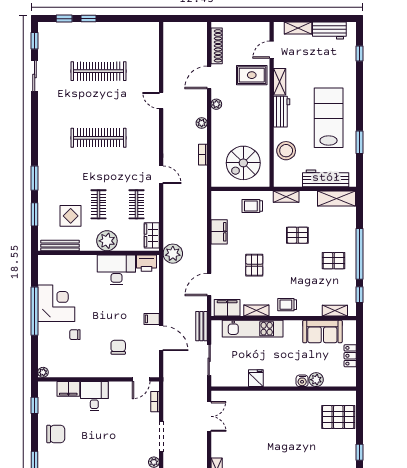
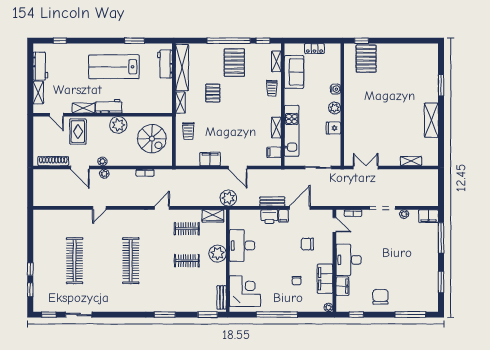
plant: (202, 123) -> (104, 174), moved
plant: (260, 123) -> (118, 125), added
stool: (286, 151) -> (142, 103), removed
workbench: (326, 178) -> (165, 64), width x0.73
shelving: (336, 199) -> (182, 68), width x1.47
window: (35, 214) -> (208, 315), moved
display table: (71, 216) -> (197, 284), removed
bench: (60, 246) -> (222, 297), width x0.73
pallet: (333, 261) -> (234, 63), width x1.50, depth x1.42
printer: (147, 263) -> (269, 217), moved, turned 90
pallet: (254, 265) -> (238, 129), removed
door: (209, 284) -> (238, 168), moved
corner desk: (56, 303) -> (245, 291), moved, turned 90
trolley: (287, 305) -> (272, 88), moved
filing cabinet: (227, 308) -> (274, 152), width x0.50
bench: (201, 326) -> (272, 202), moved
filing cabinet: (77, 368) -> (325, 279), added
plant: (316, 380) -> (335, 108), moved
desk: (94, 396) -> (349, 260), width x1.37
window: (359, 452) -> (361, 41), moved

